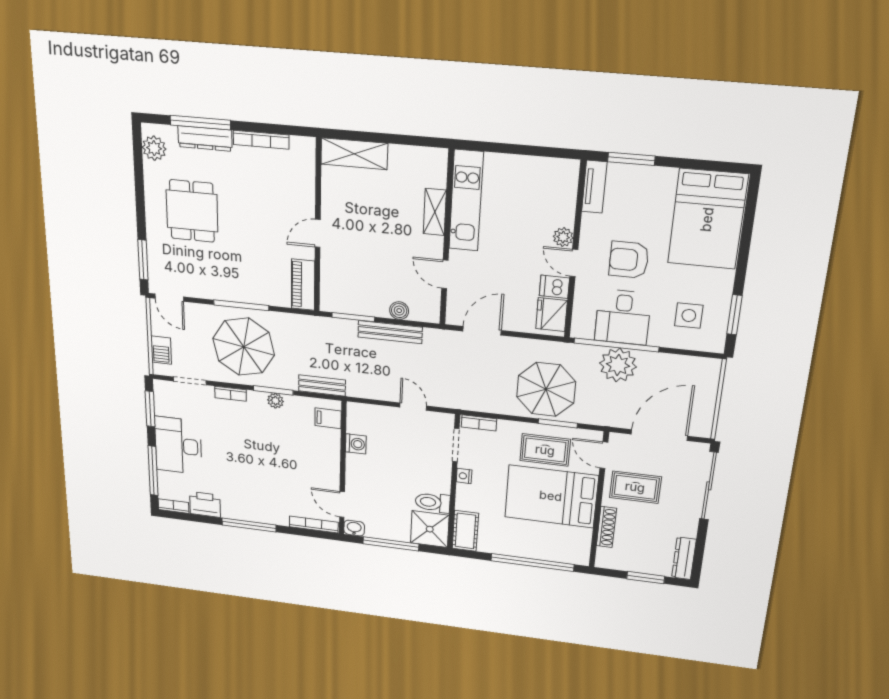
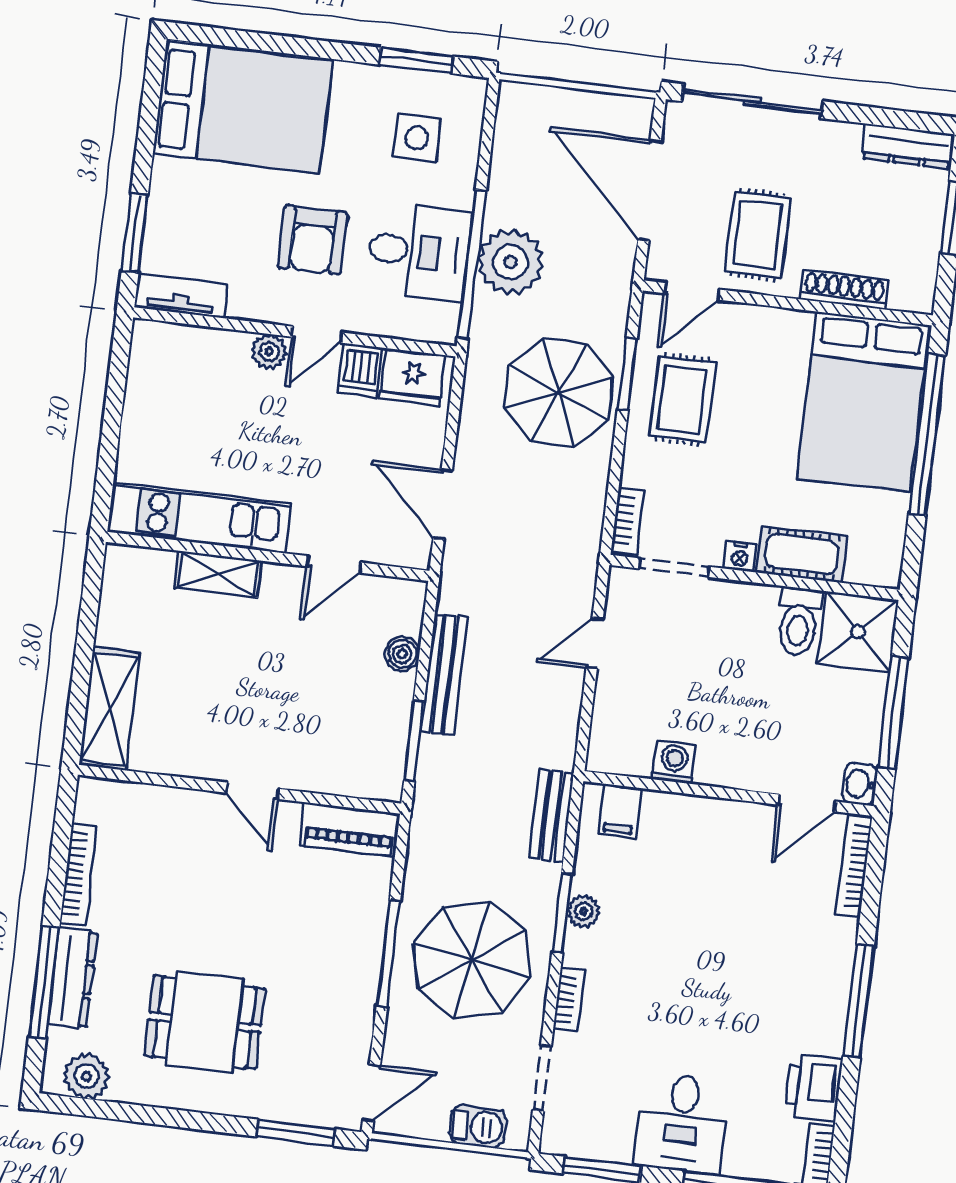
desk: (178, 446) -> (682, 1124), width x0.73
bed: (551, 496) -> (863, 402), moved
cot: (465, 531) -> (802, 554), moved

